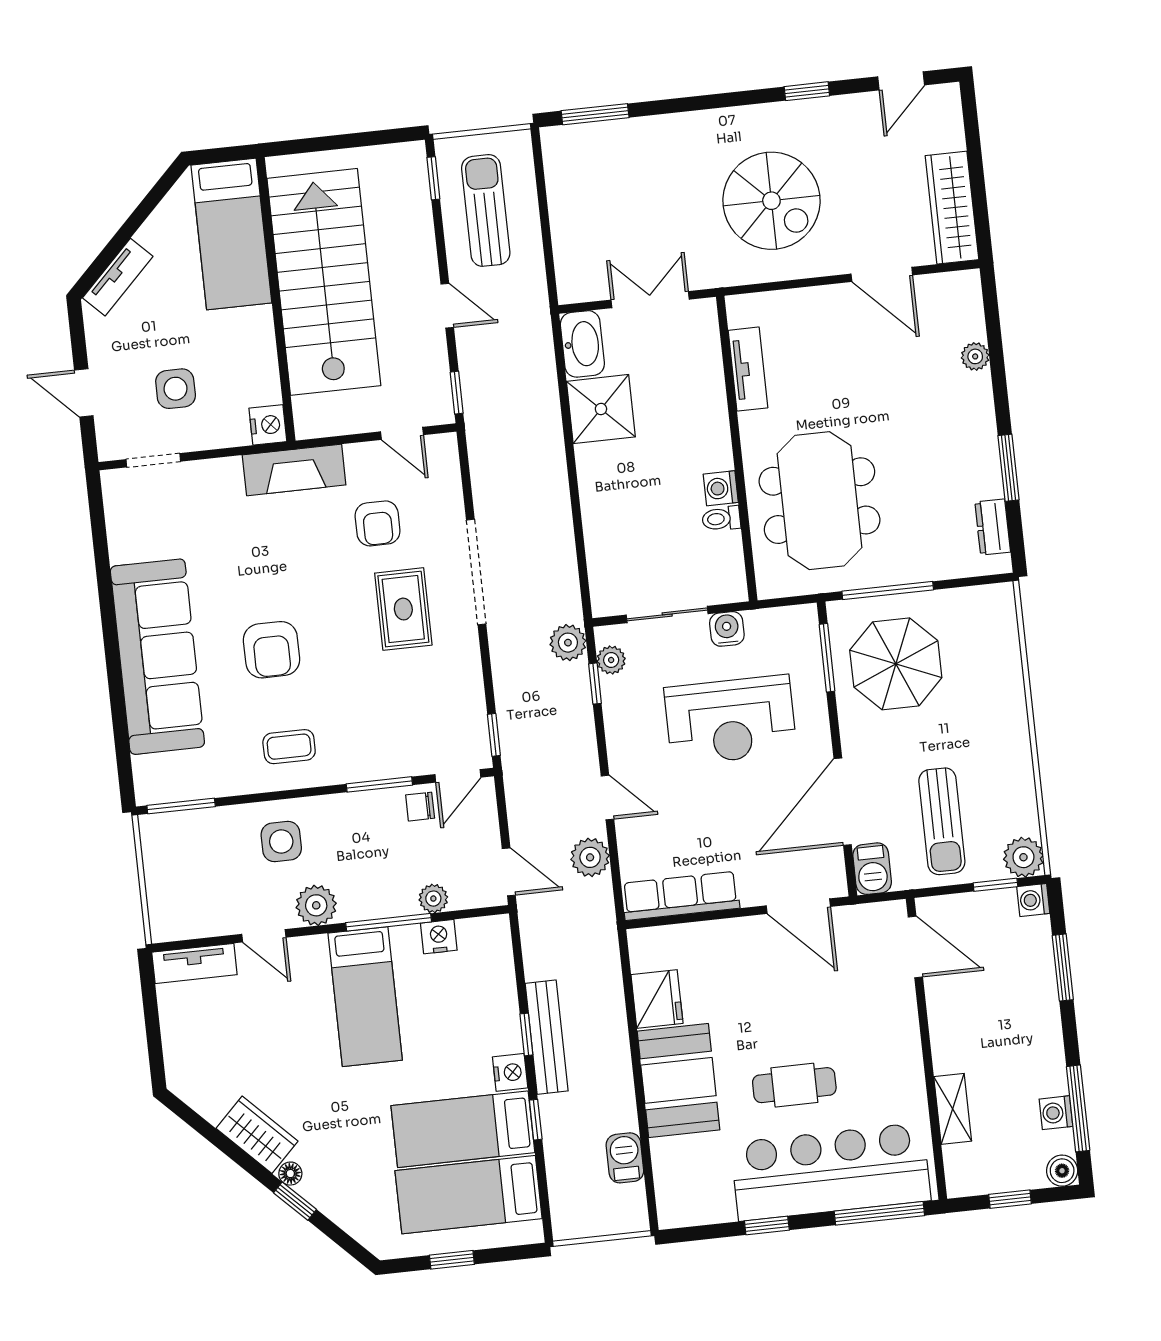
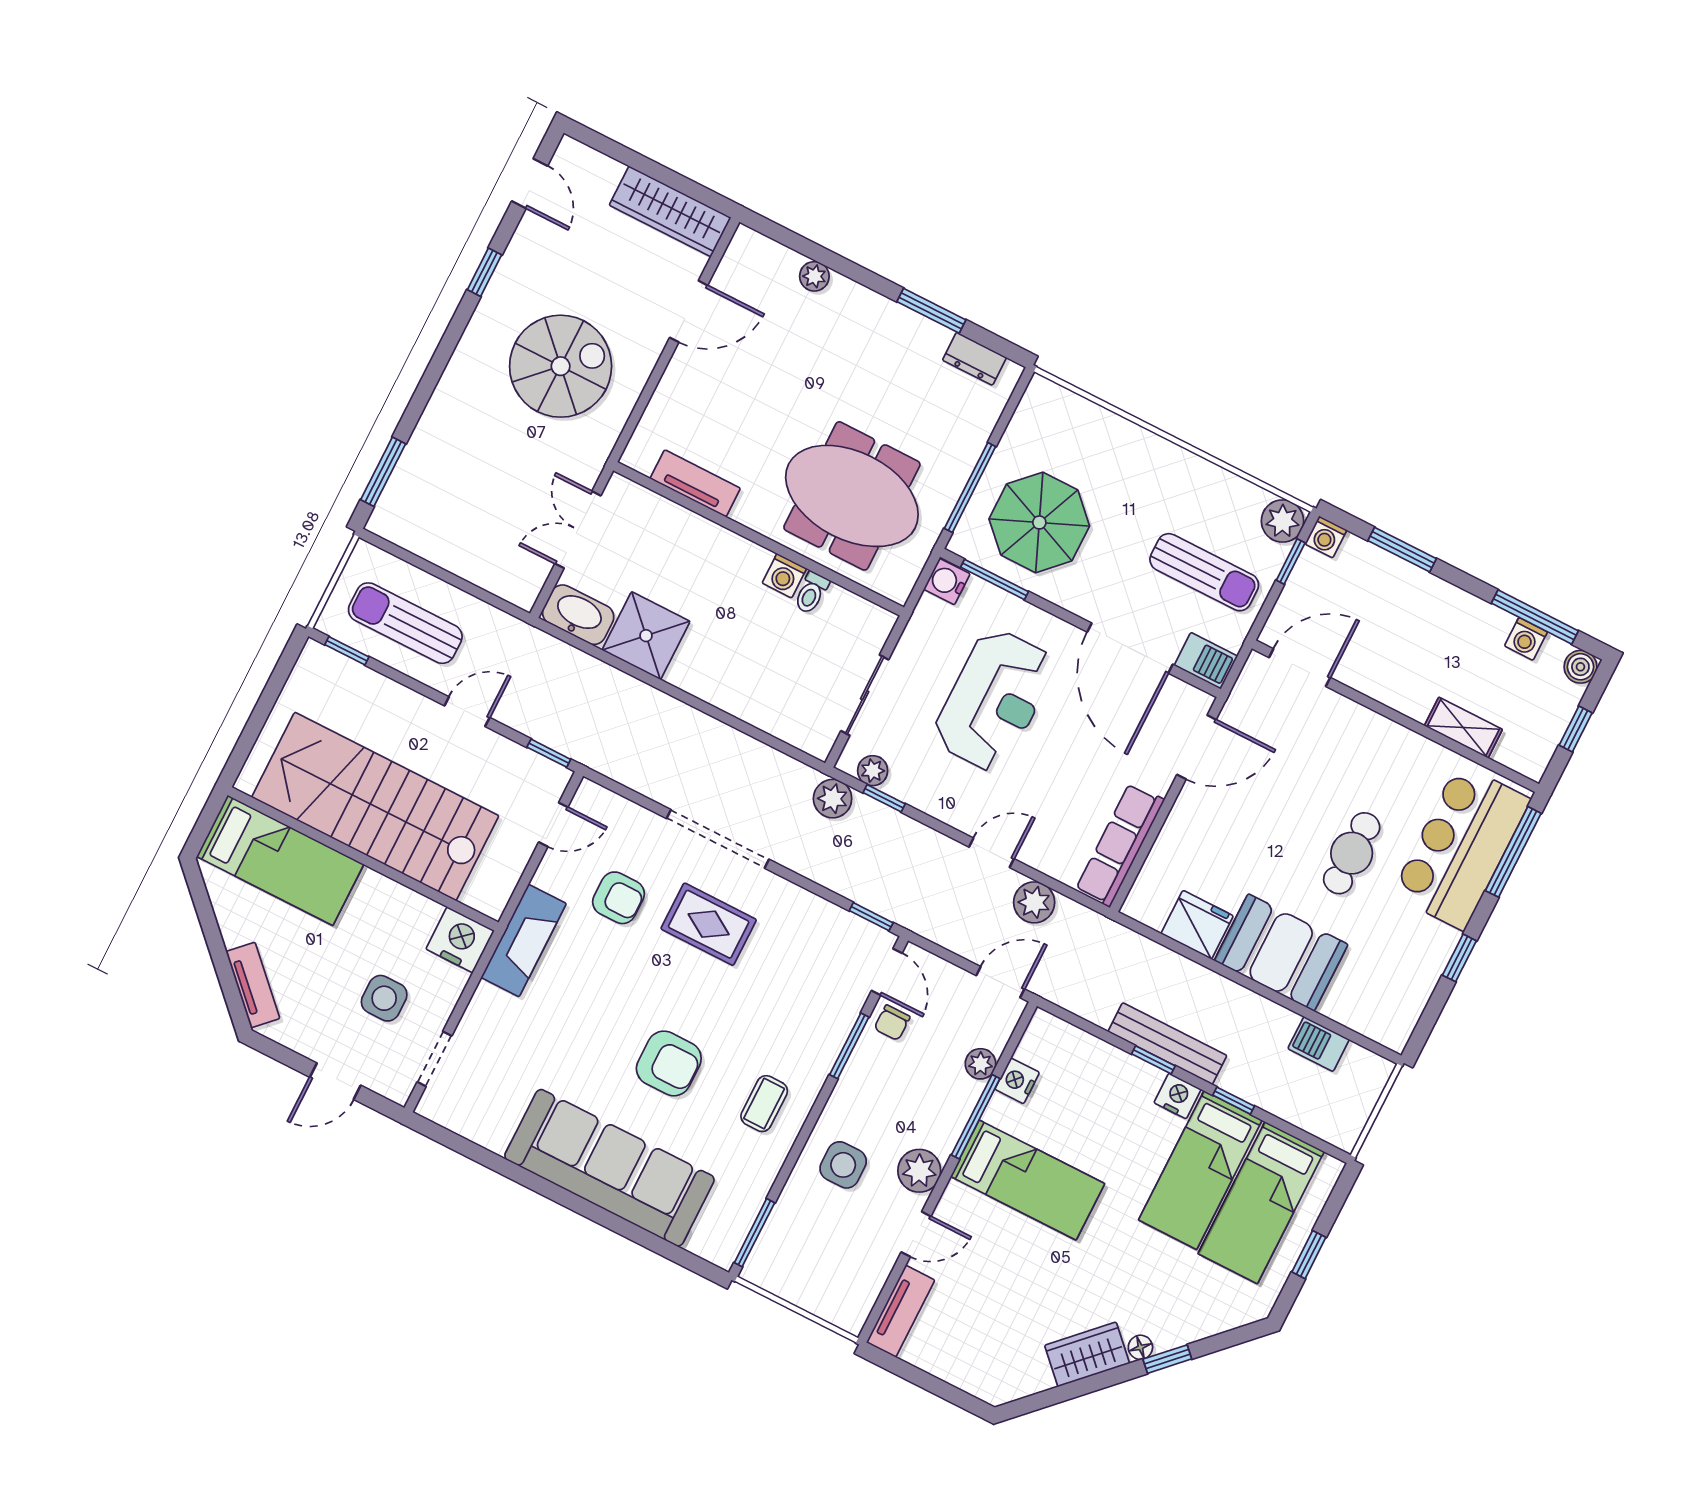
nightstand: (268, 425) -> (460, 940), width x1.36, depth x1.33
water cooler: (727, 629) -> (947, 582), moved
bar counter: (831, 1172) -> (1461, 847), width x0.73

